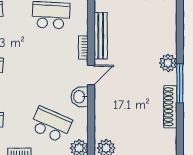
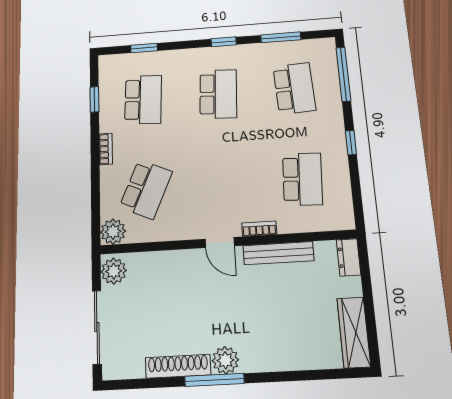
plant: (168, 63) -> (225, 360), moved
washbasin: (80, 97) -> (187, 228), removed

